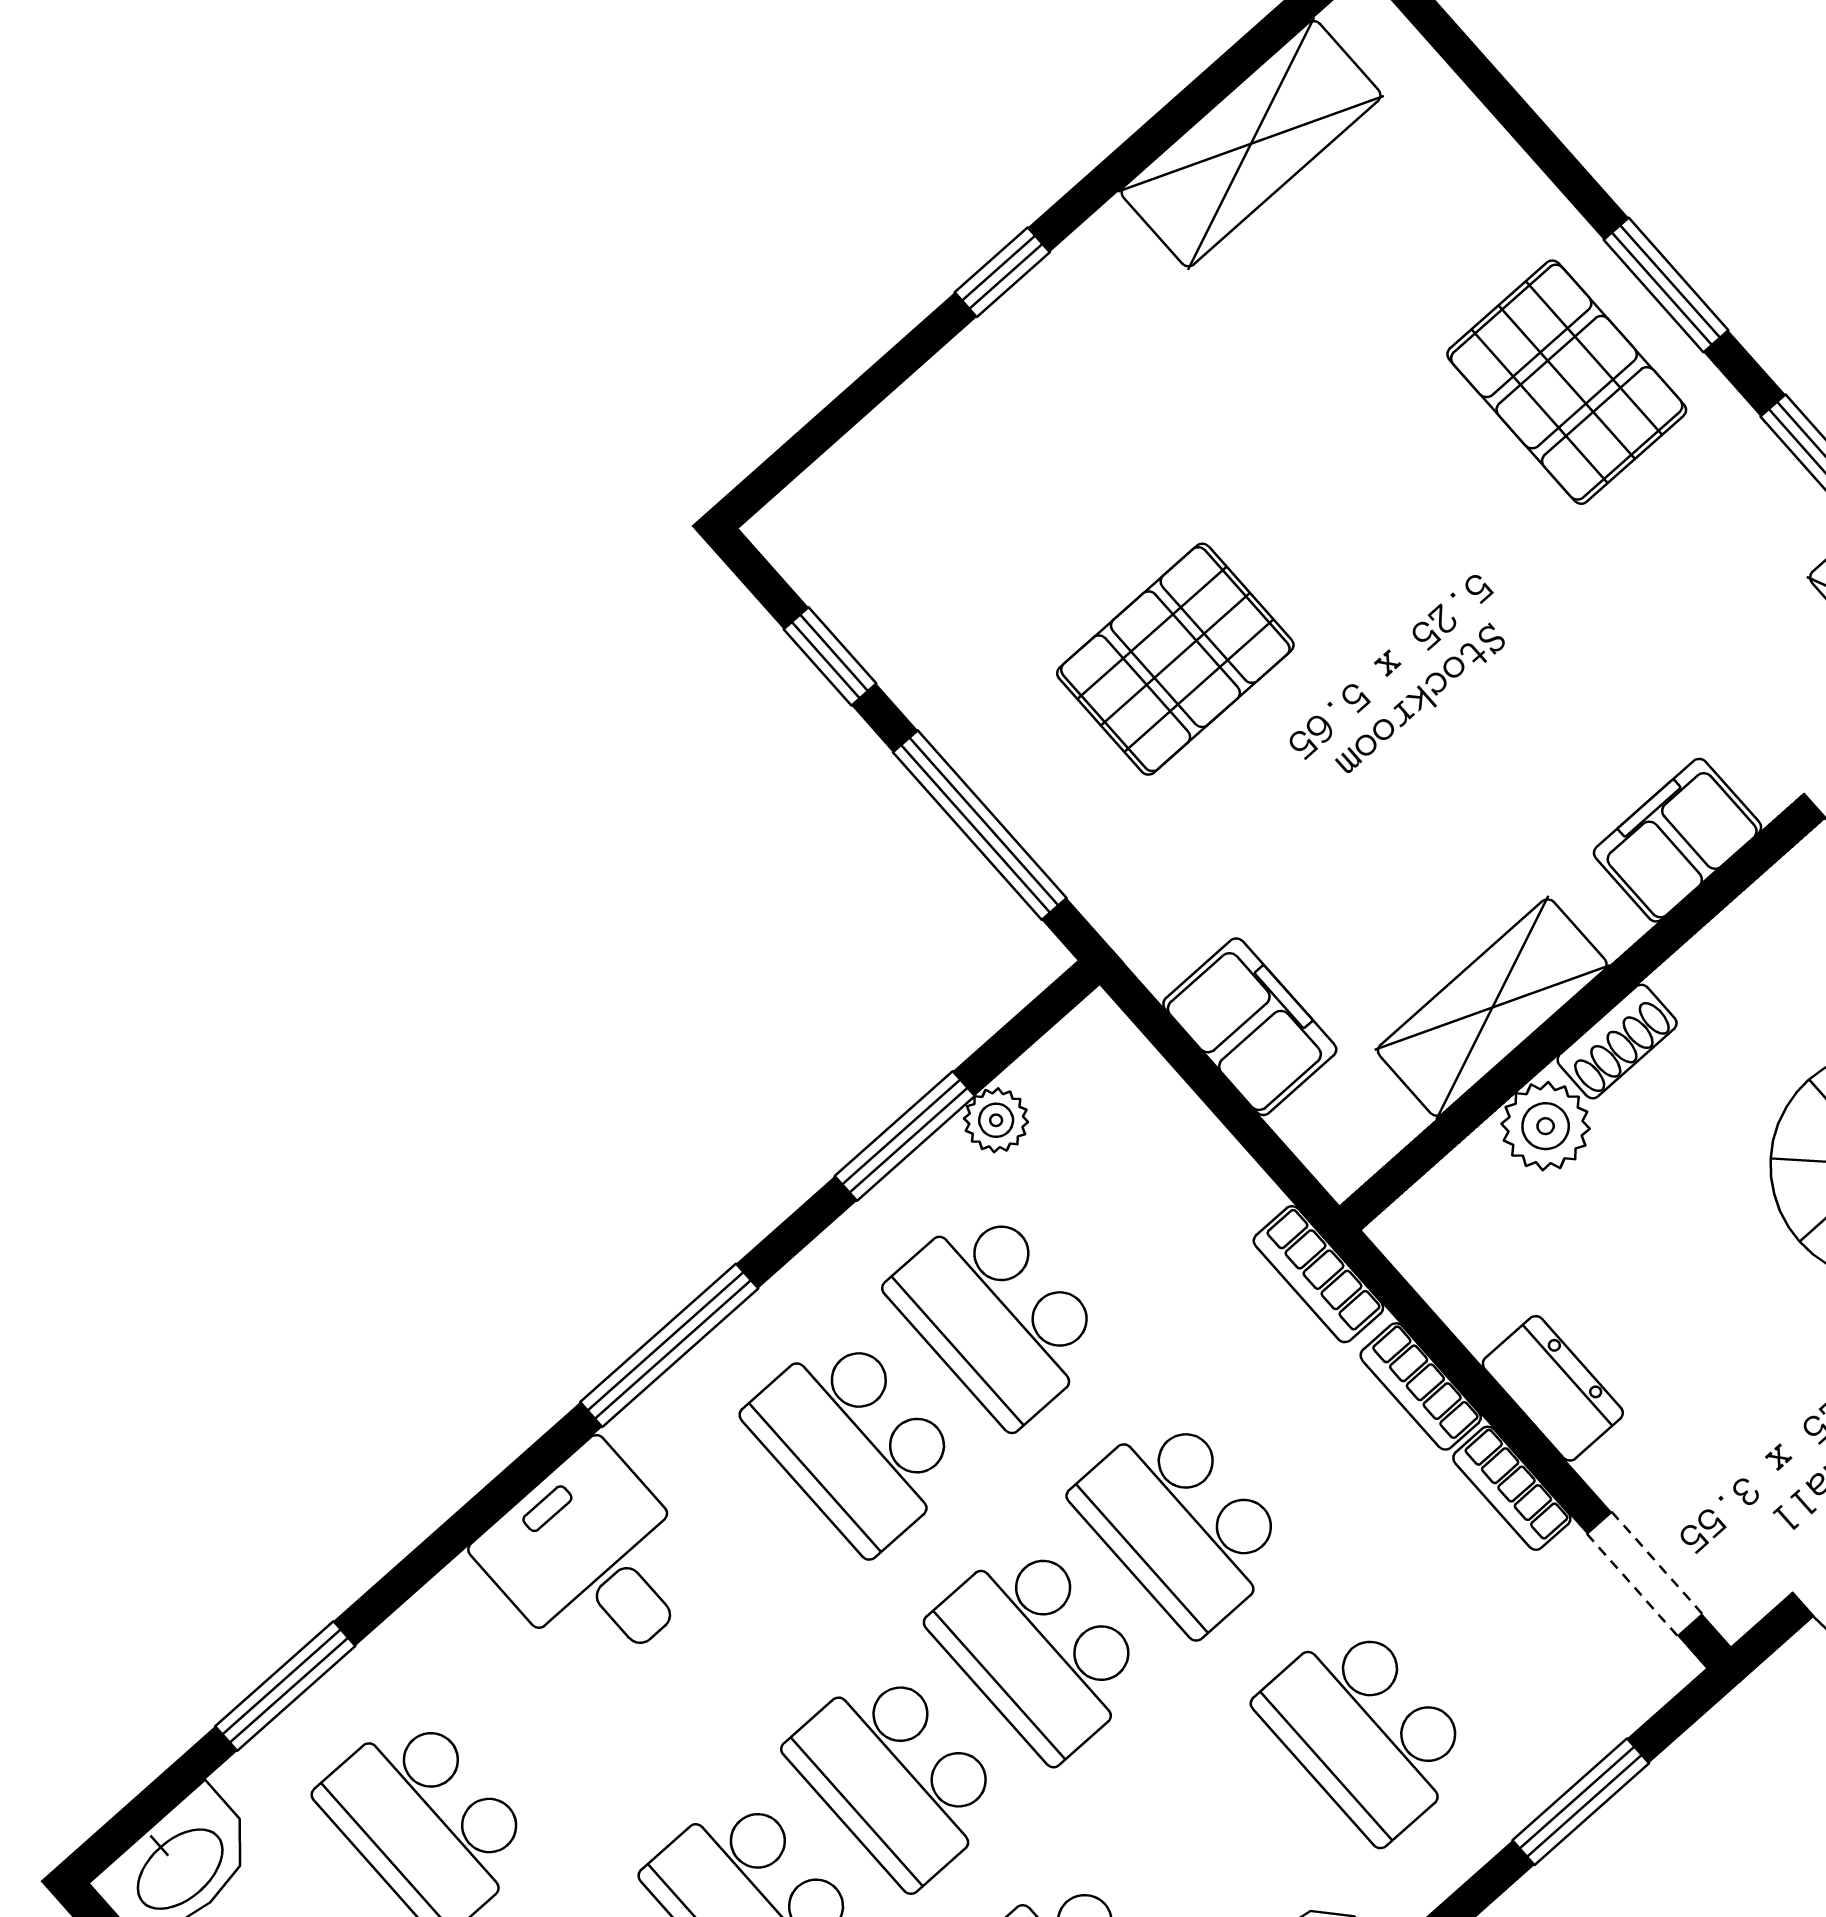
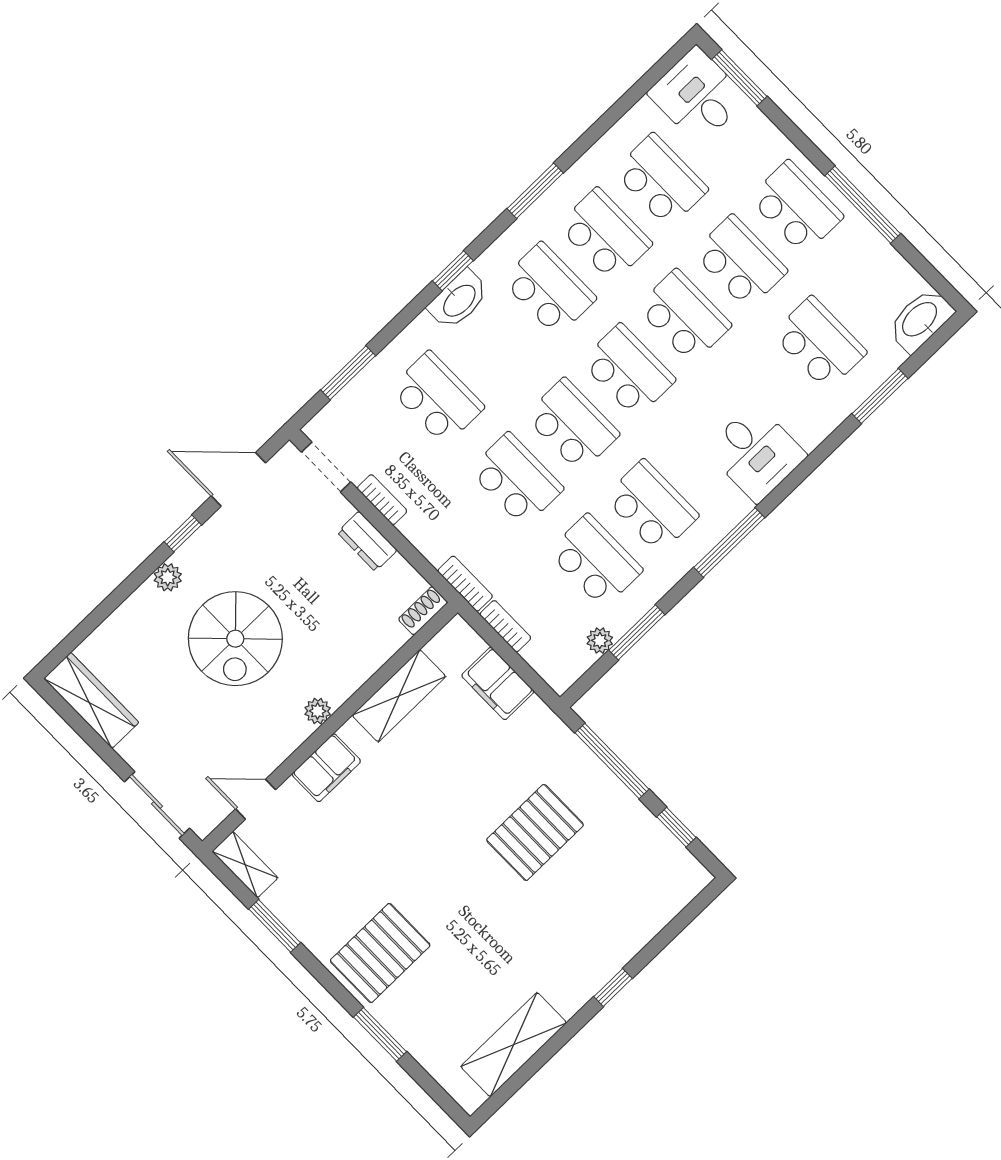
window: (1666, 285) -> (380, 1034), moved
pallet: (1567, 382) -> (380, 953), turned 90
shoe rack: (1617, 1042) -> (423, 611), moved
plant: (1546, 1126) -> (318, 711), moved, width x0.73, depth x0.73
bookcase: (1421, 1386) -> (505, 626), moved

